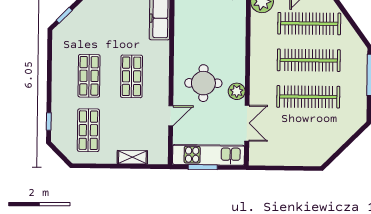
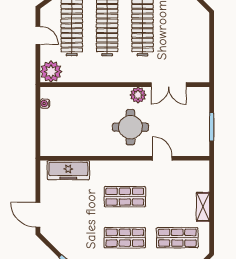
double door: (247, 123) -> (169, 85), swing flipped
kitchen unit: (209, 155) -> (200, 121), removed
shelving: (132, 157) -> (203, 207), moved

